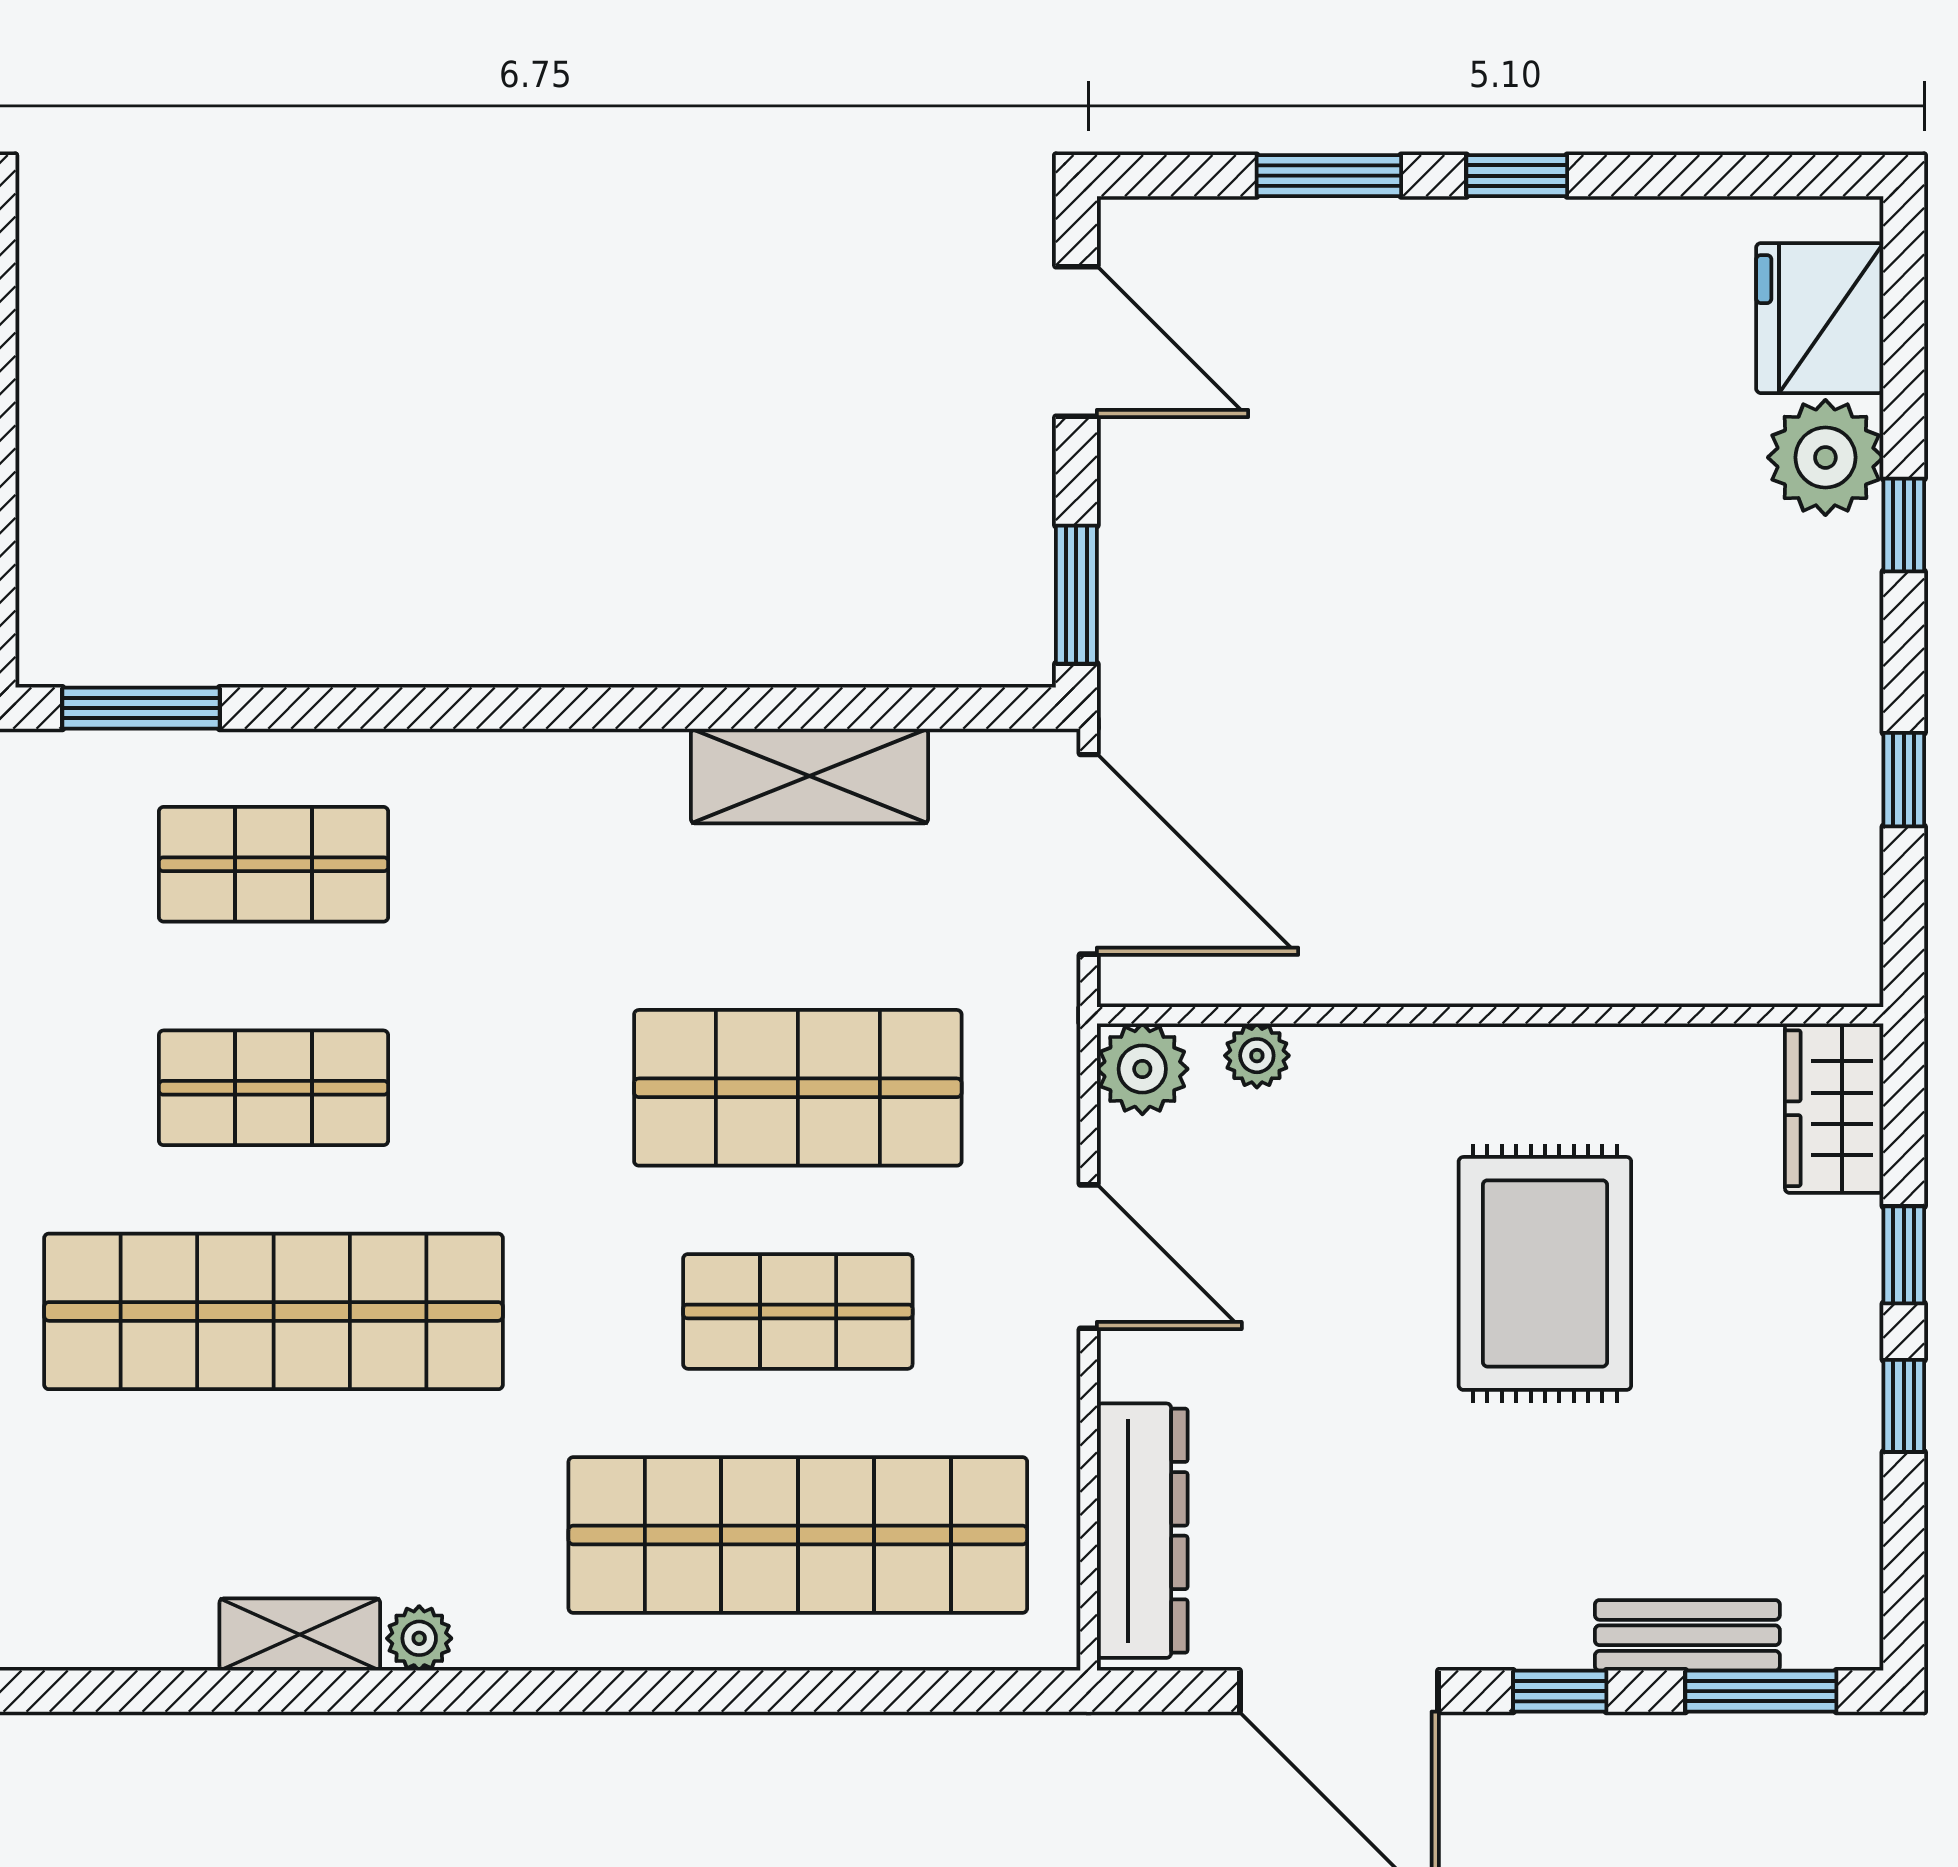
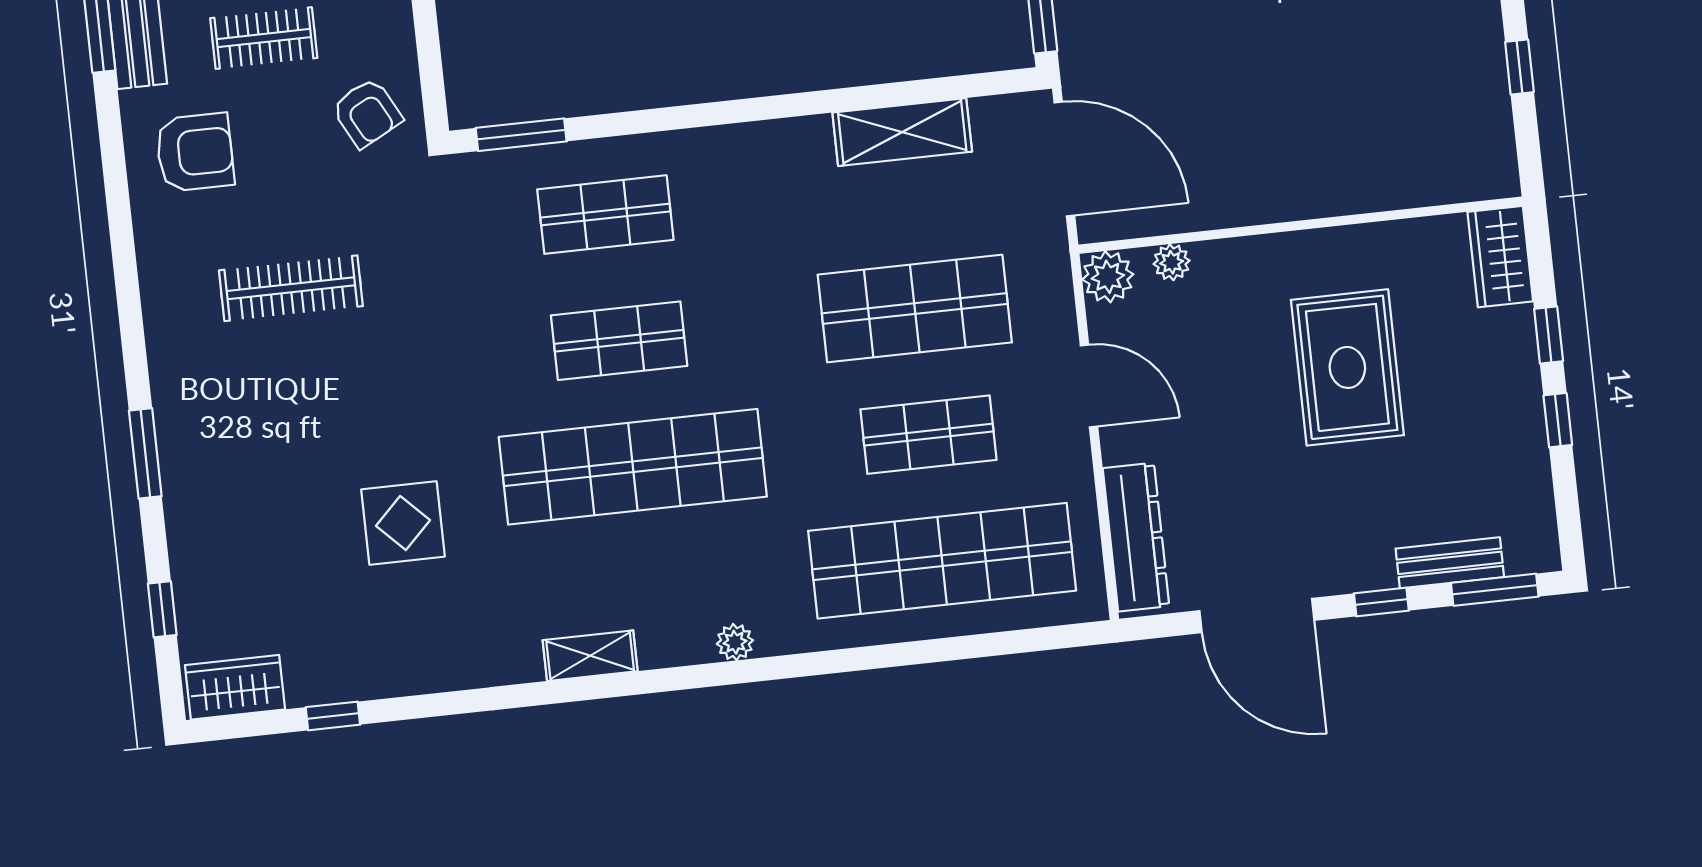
shelving: (300, 1634) -> (590, 656), moved

